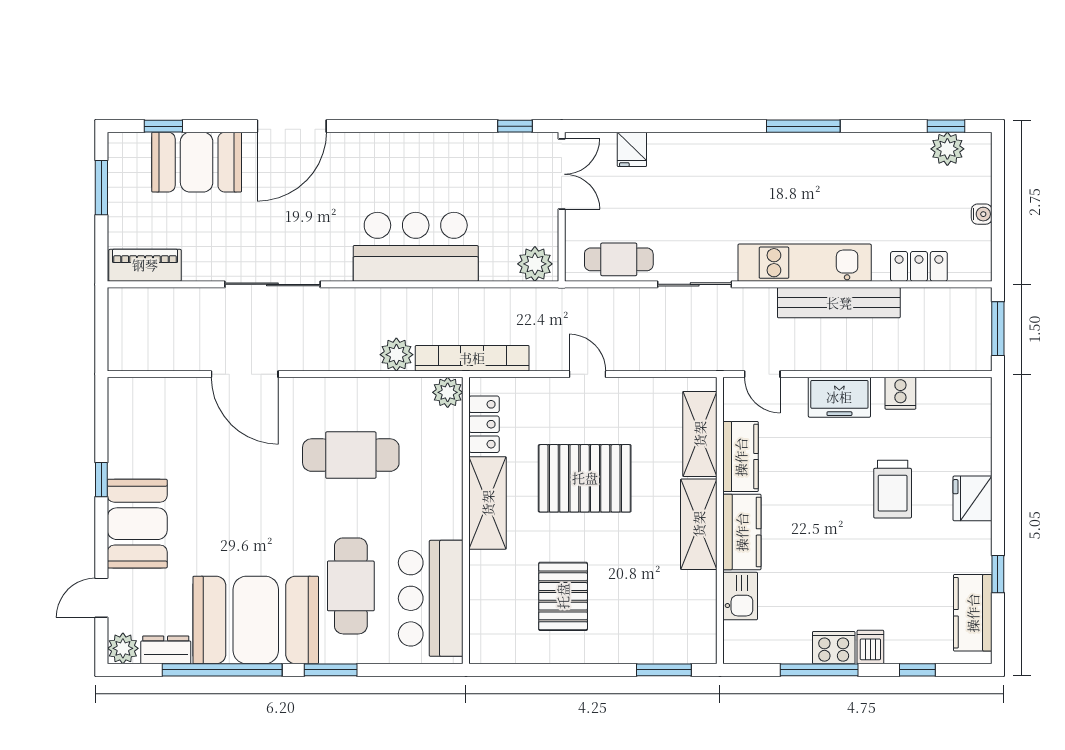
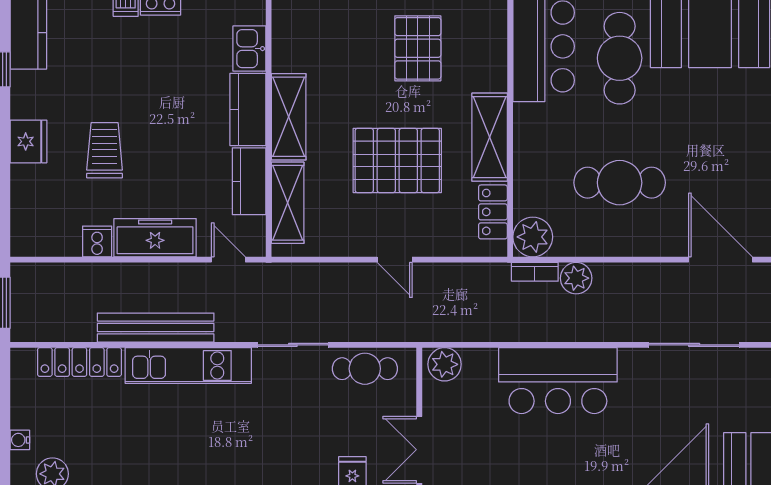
water cooler: (982, 214) -> (20, 440), moved
locker: (919, 266) -> (79, 362), width x1.53
bookcase: (472, 358) -> (535, 272), width x0.43, depth x0.76
plant: (448, 392) -> (533, 237), width x1.36, depth x1.36
freezer: (839, 397) -> (155, 238), width x1.40

